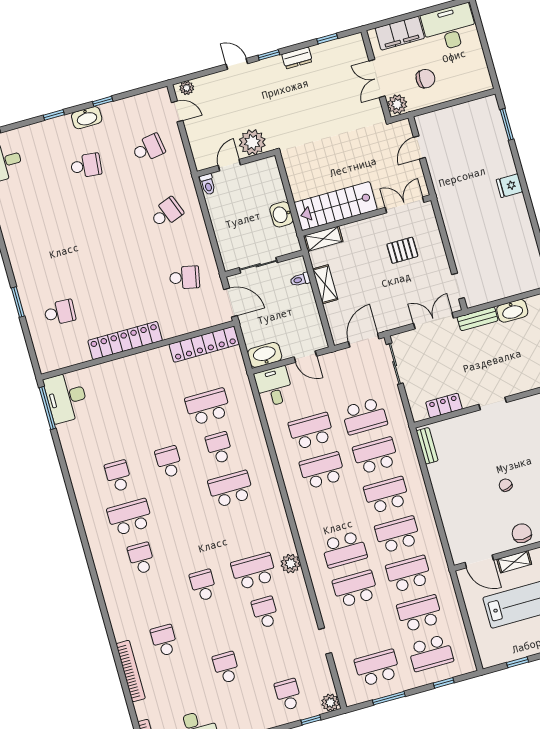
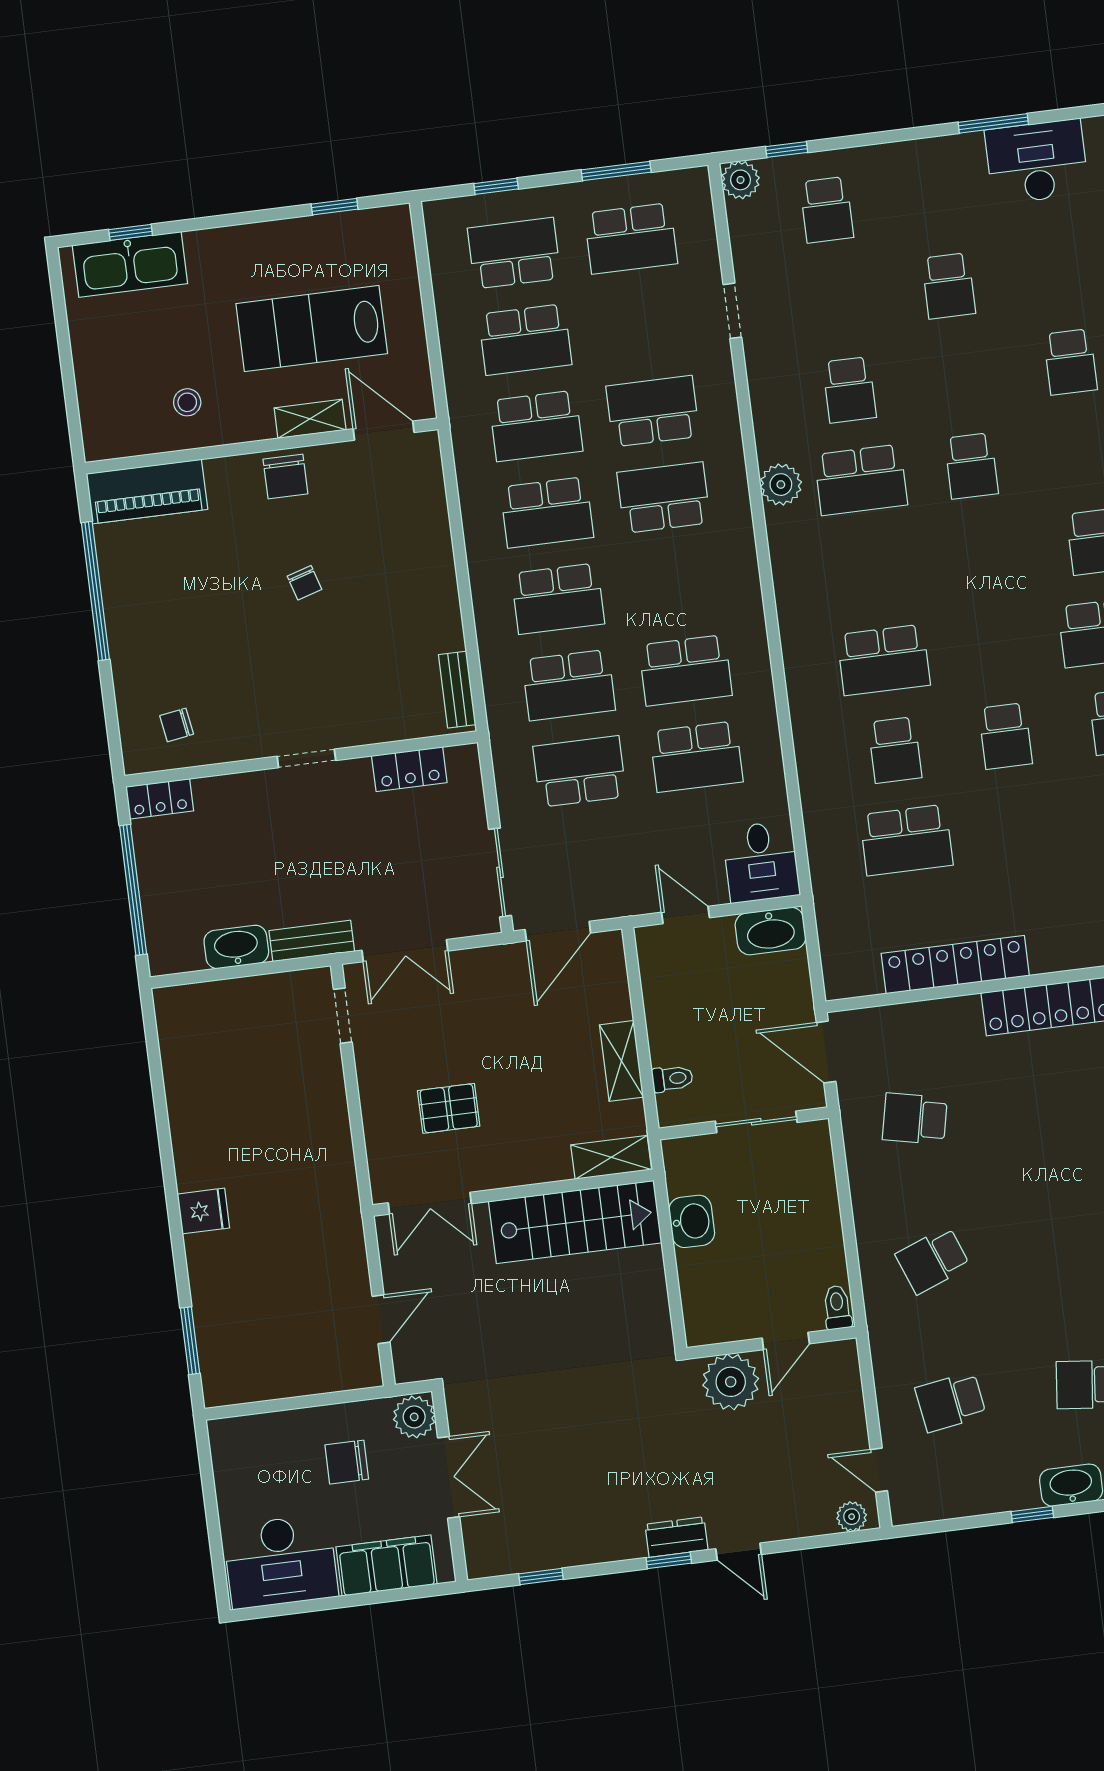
dresser: (297, 58) -> (676, 1537), moved
locker: (204, 344) -> (955, 965), moved
school desk: (355, 589) -> (653, 411), turned 180

